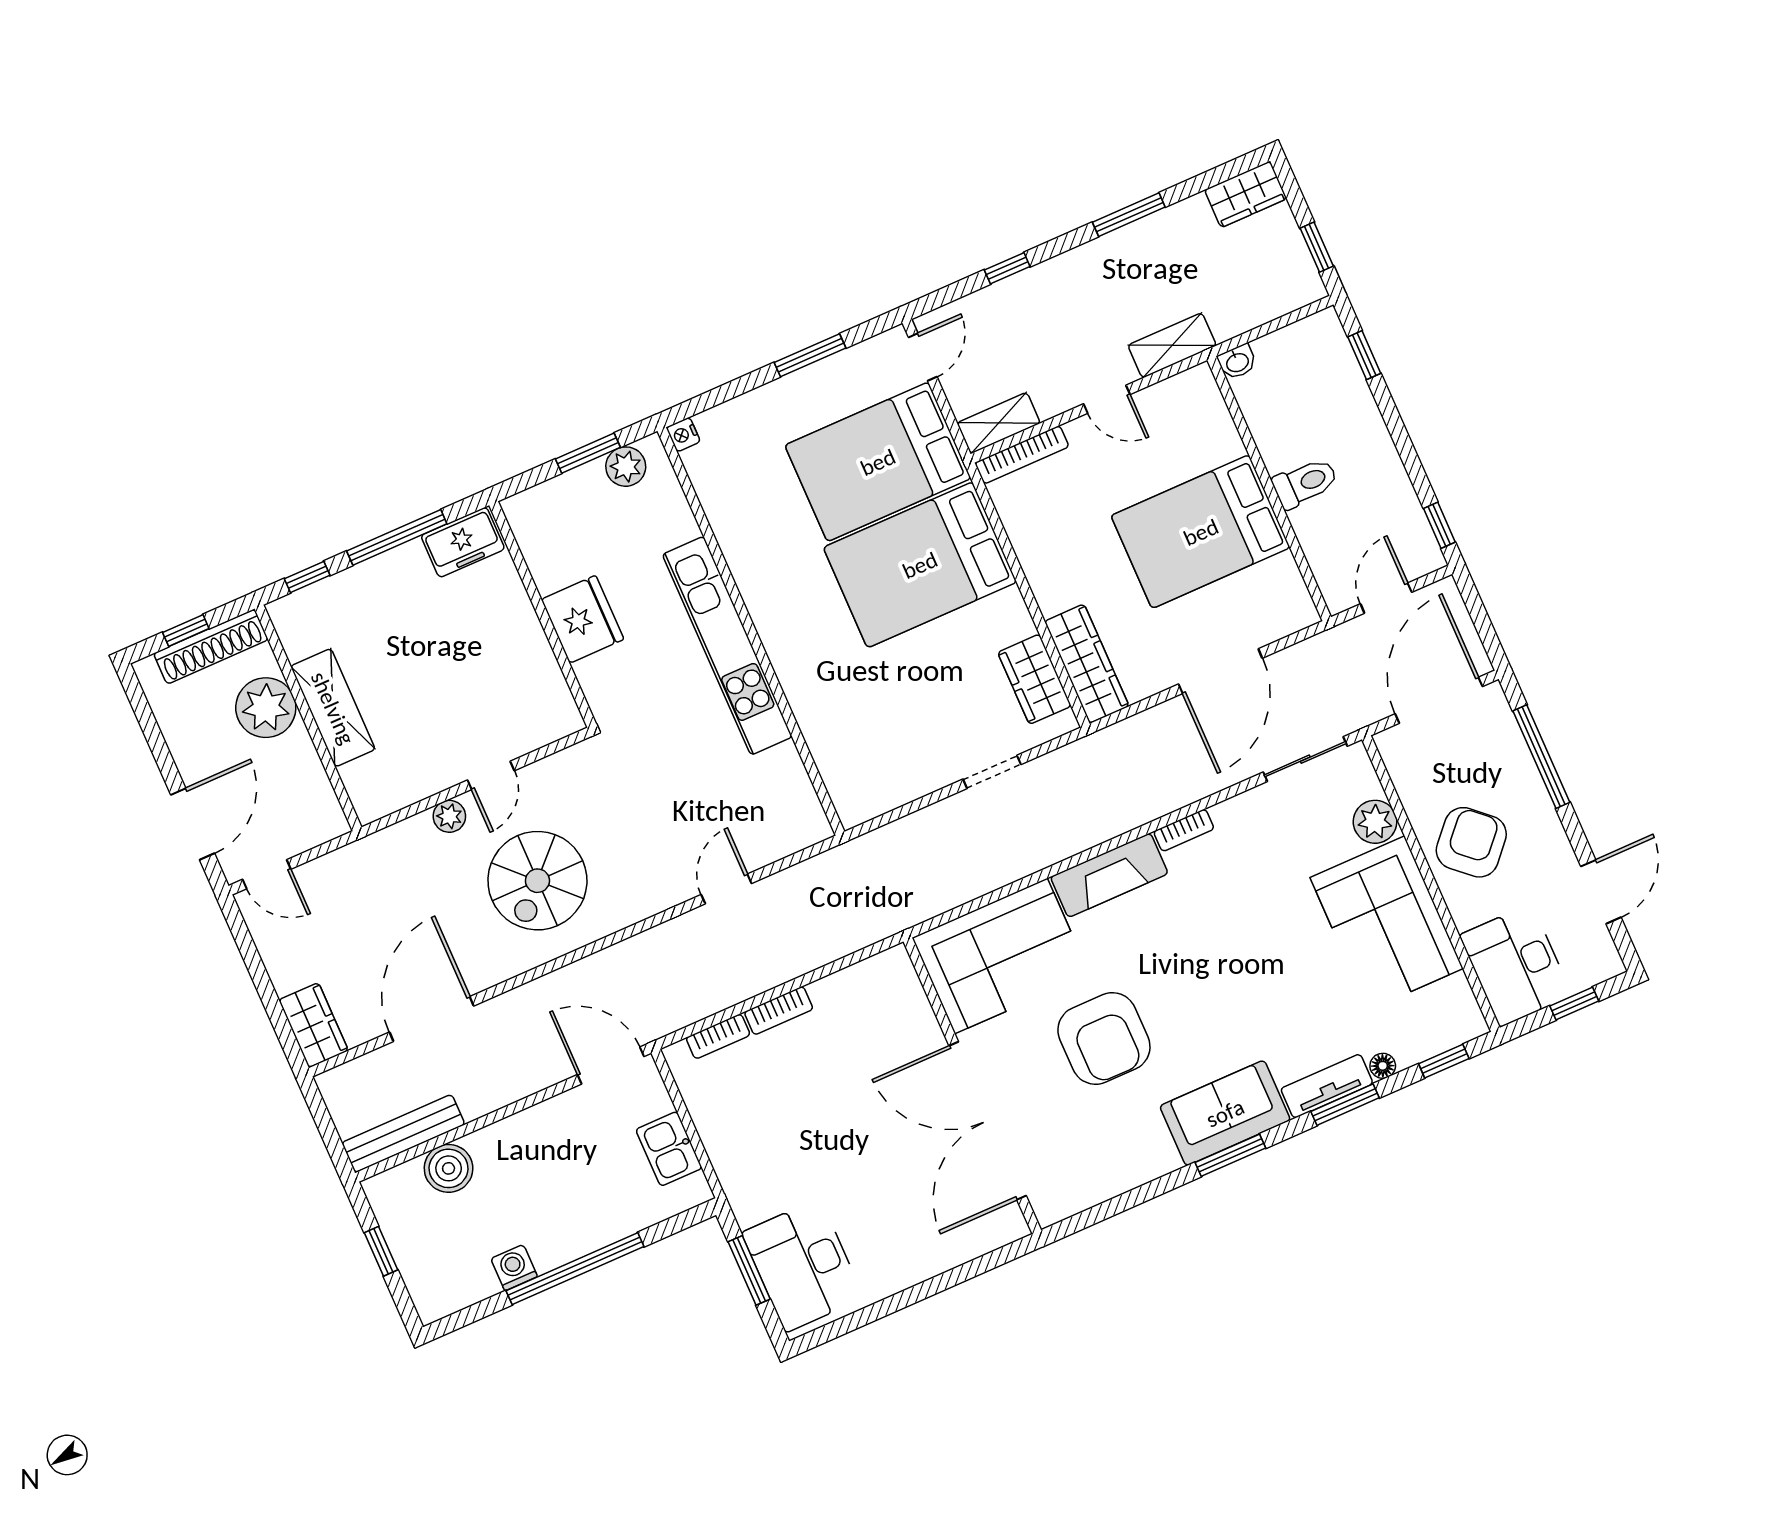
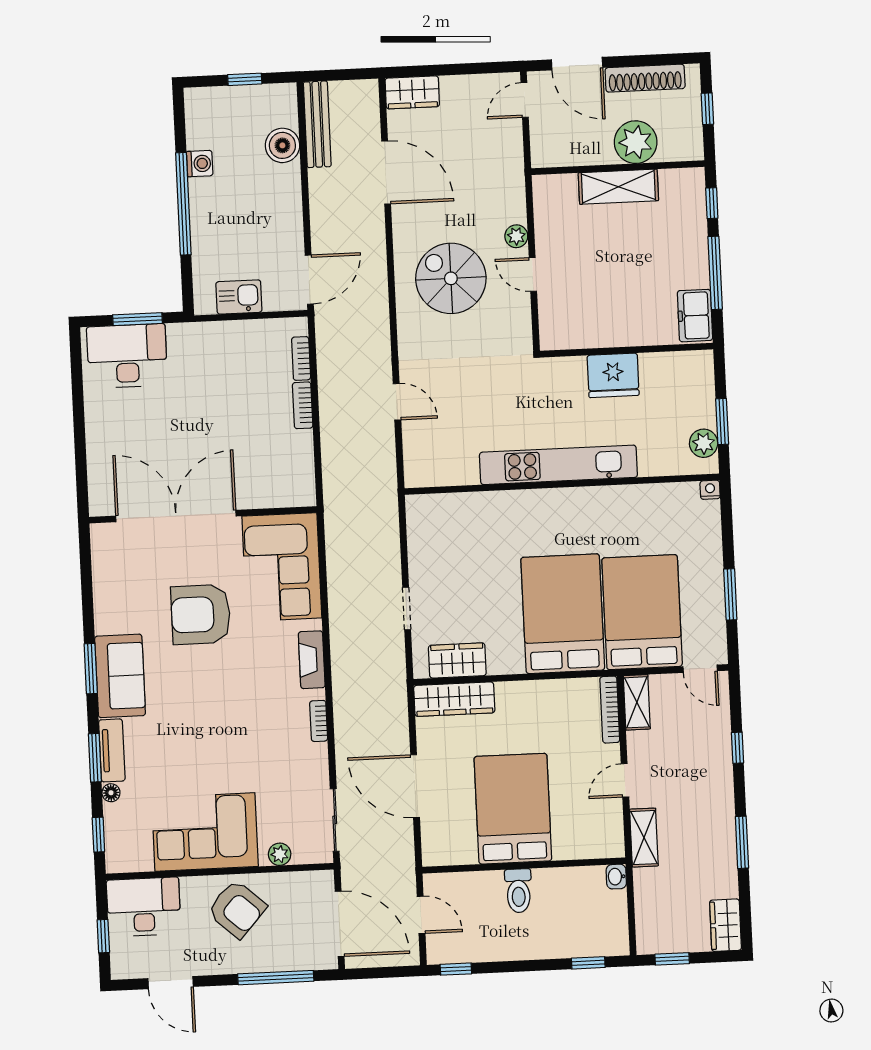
shoe rack: (211, 647) -> (645, 78), moved, turned -90
plant: (1375, 822) -> (280, 854), width x0.73, depth x0.73
fireplace: (1109, 875) -> (312, 660), width x0.73, depth x0.76

